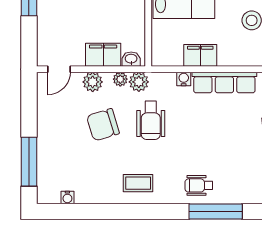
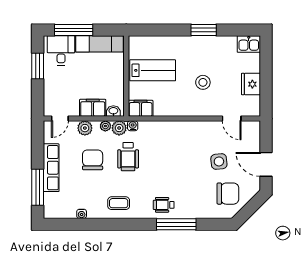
filing cabinet: (200, 55) -> (141, 108), moved
water cooler: (184, 79) -> (133, 126), moved
row of seats: (224, 83) -> (51, 168), moved, turned -90
chair: (103, 125) -> (93, 160), turned 107
water cooler: (67, 197) -> (82, 214), moved

